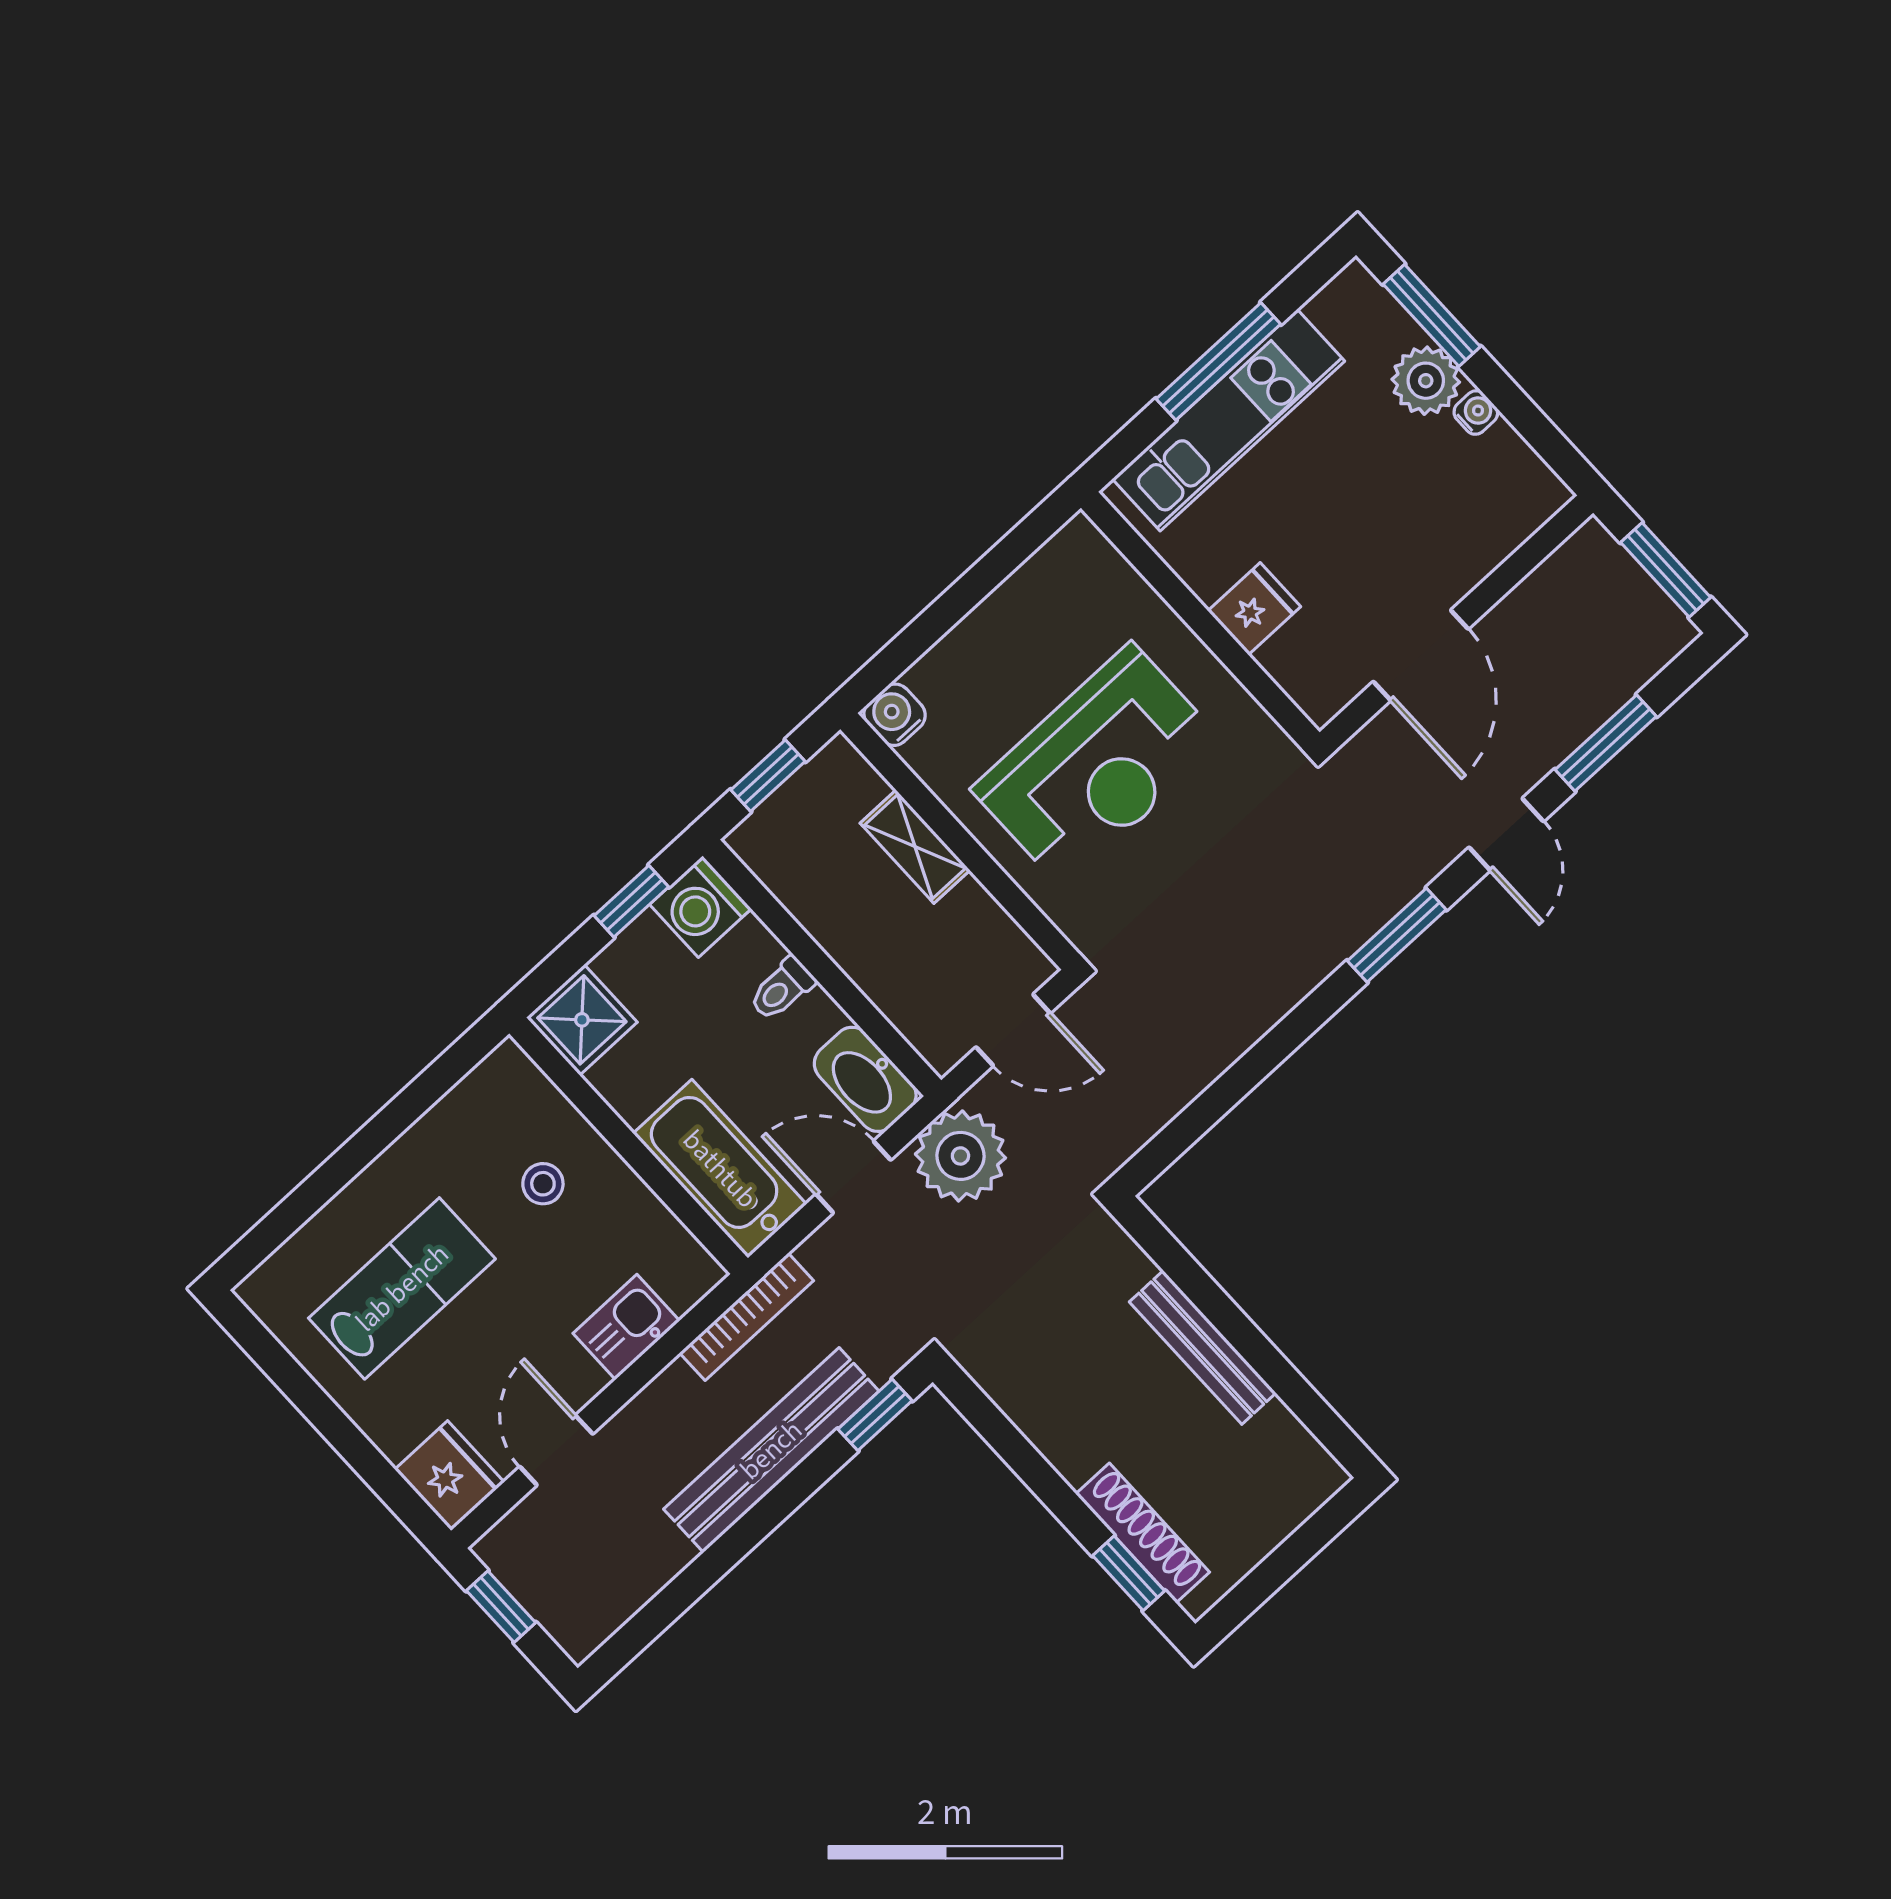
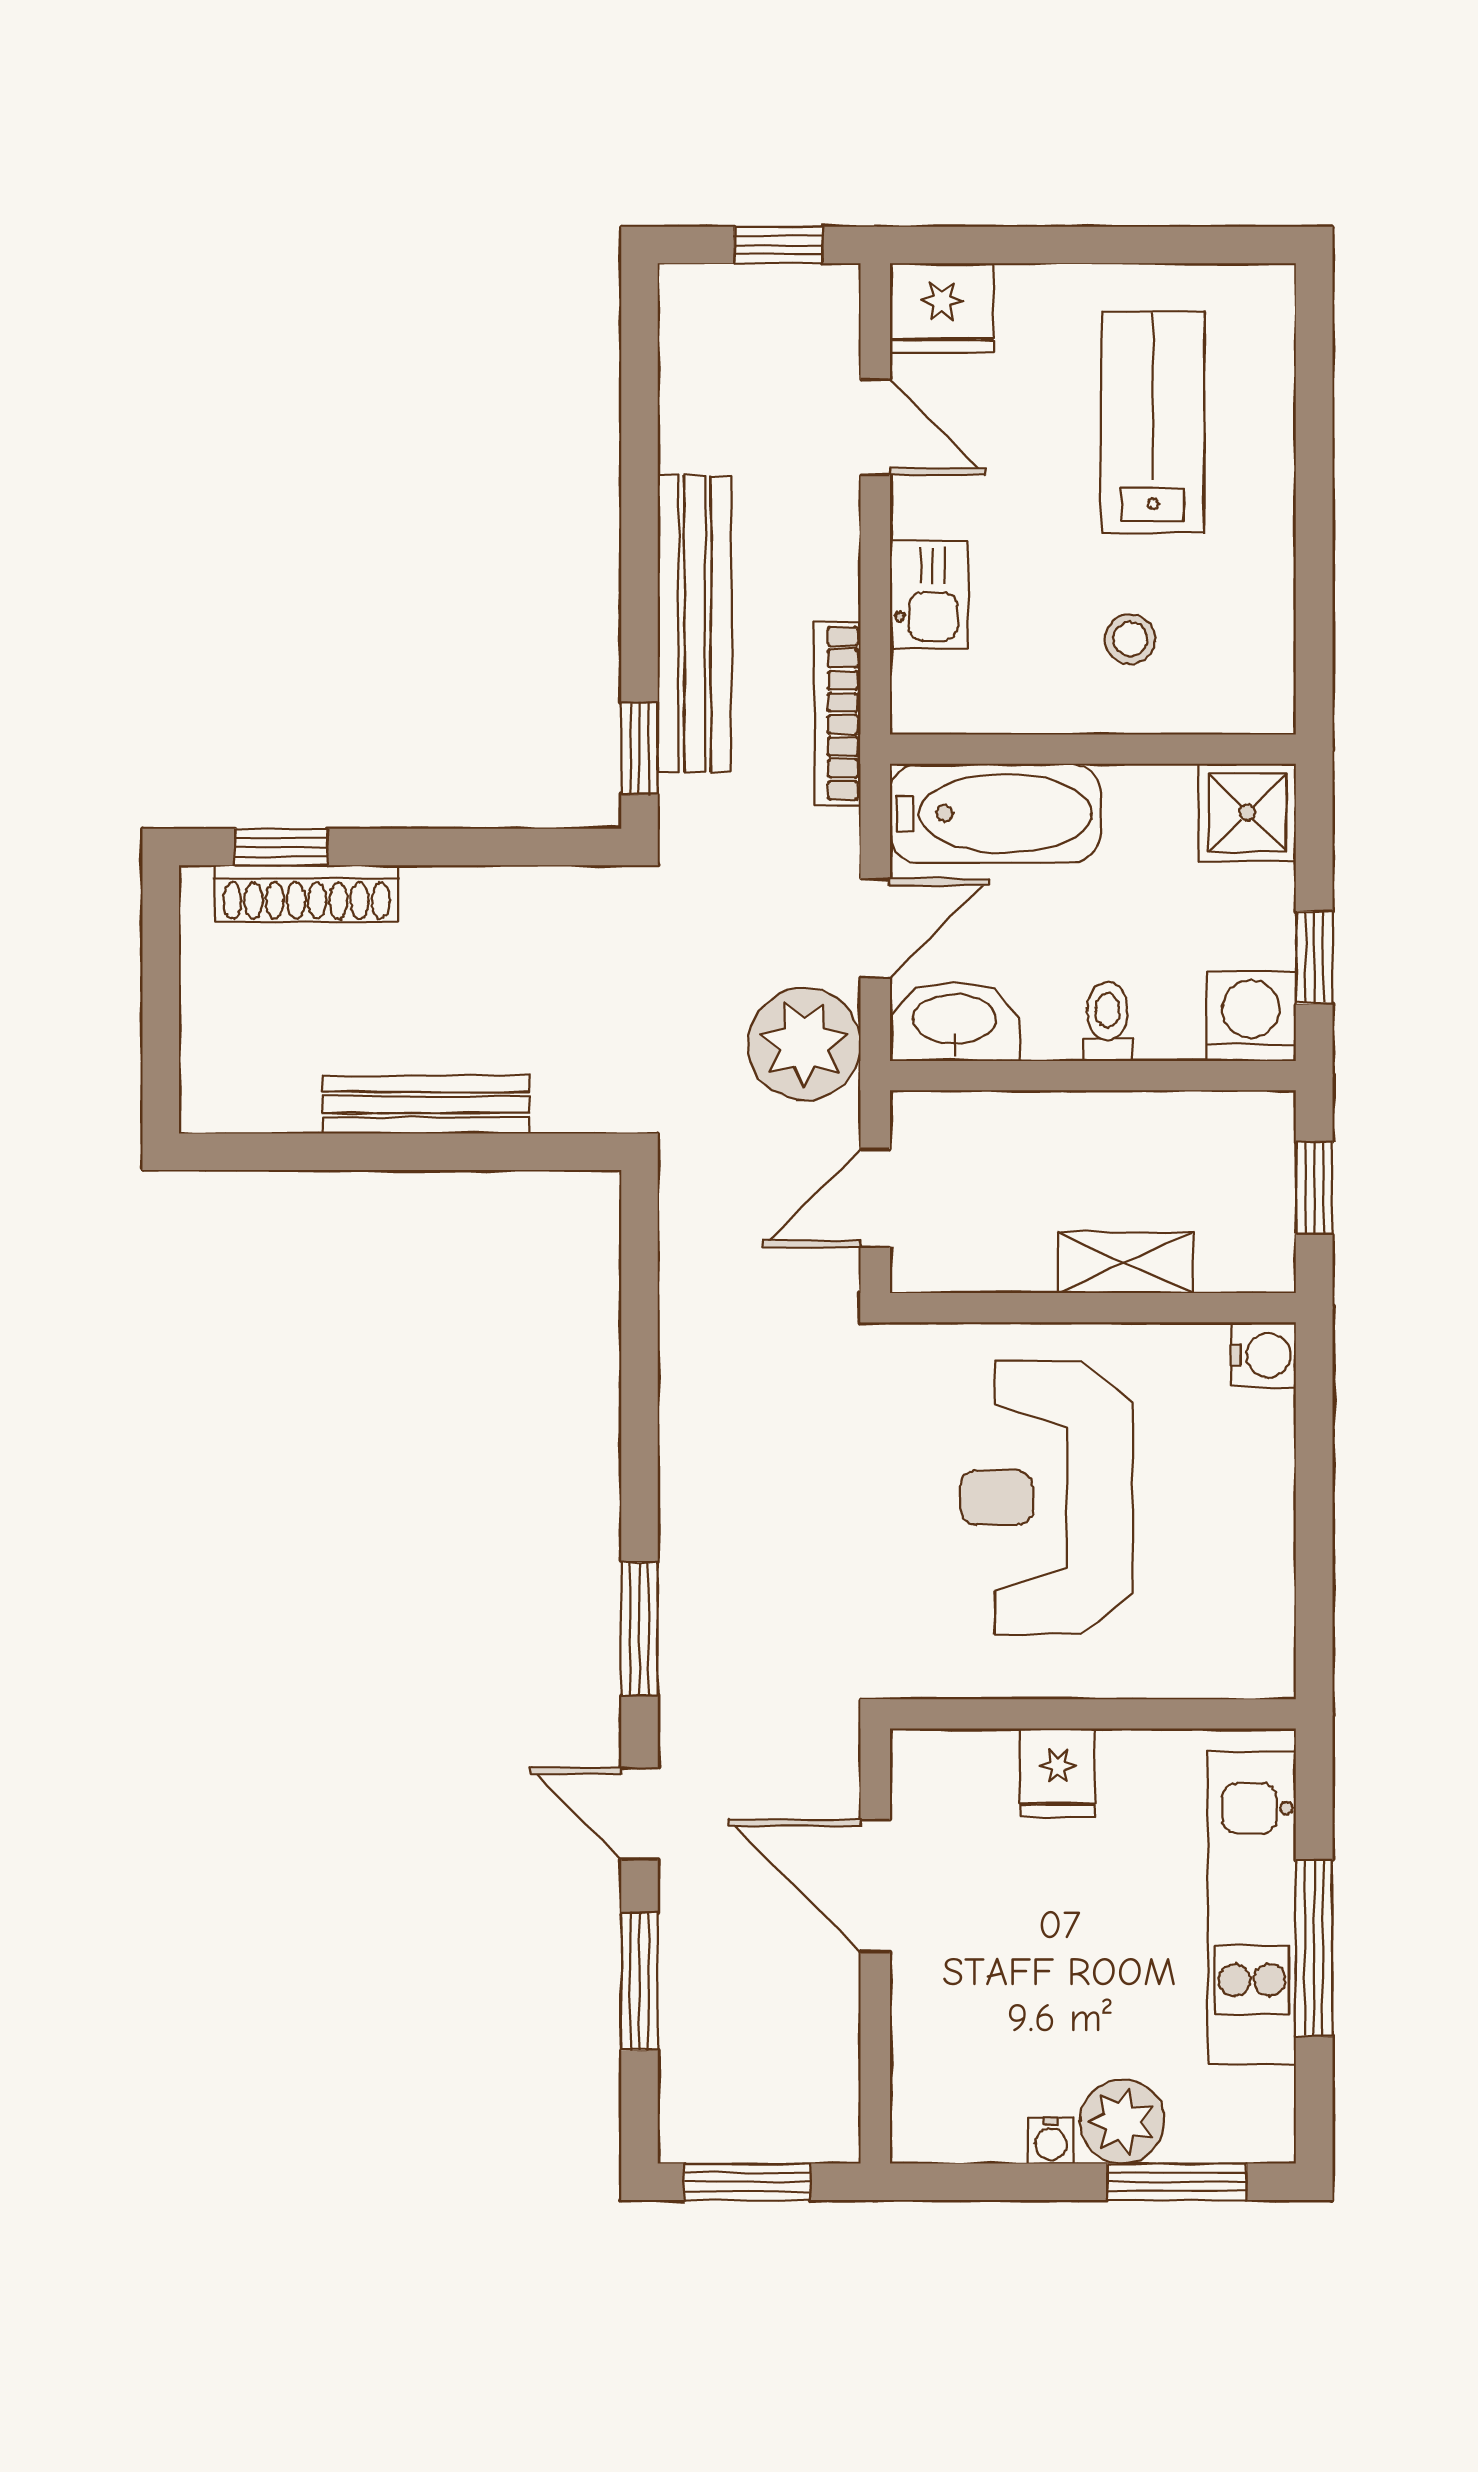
lab bench: (402, 1288) -> (1153, 422), turned 180

